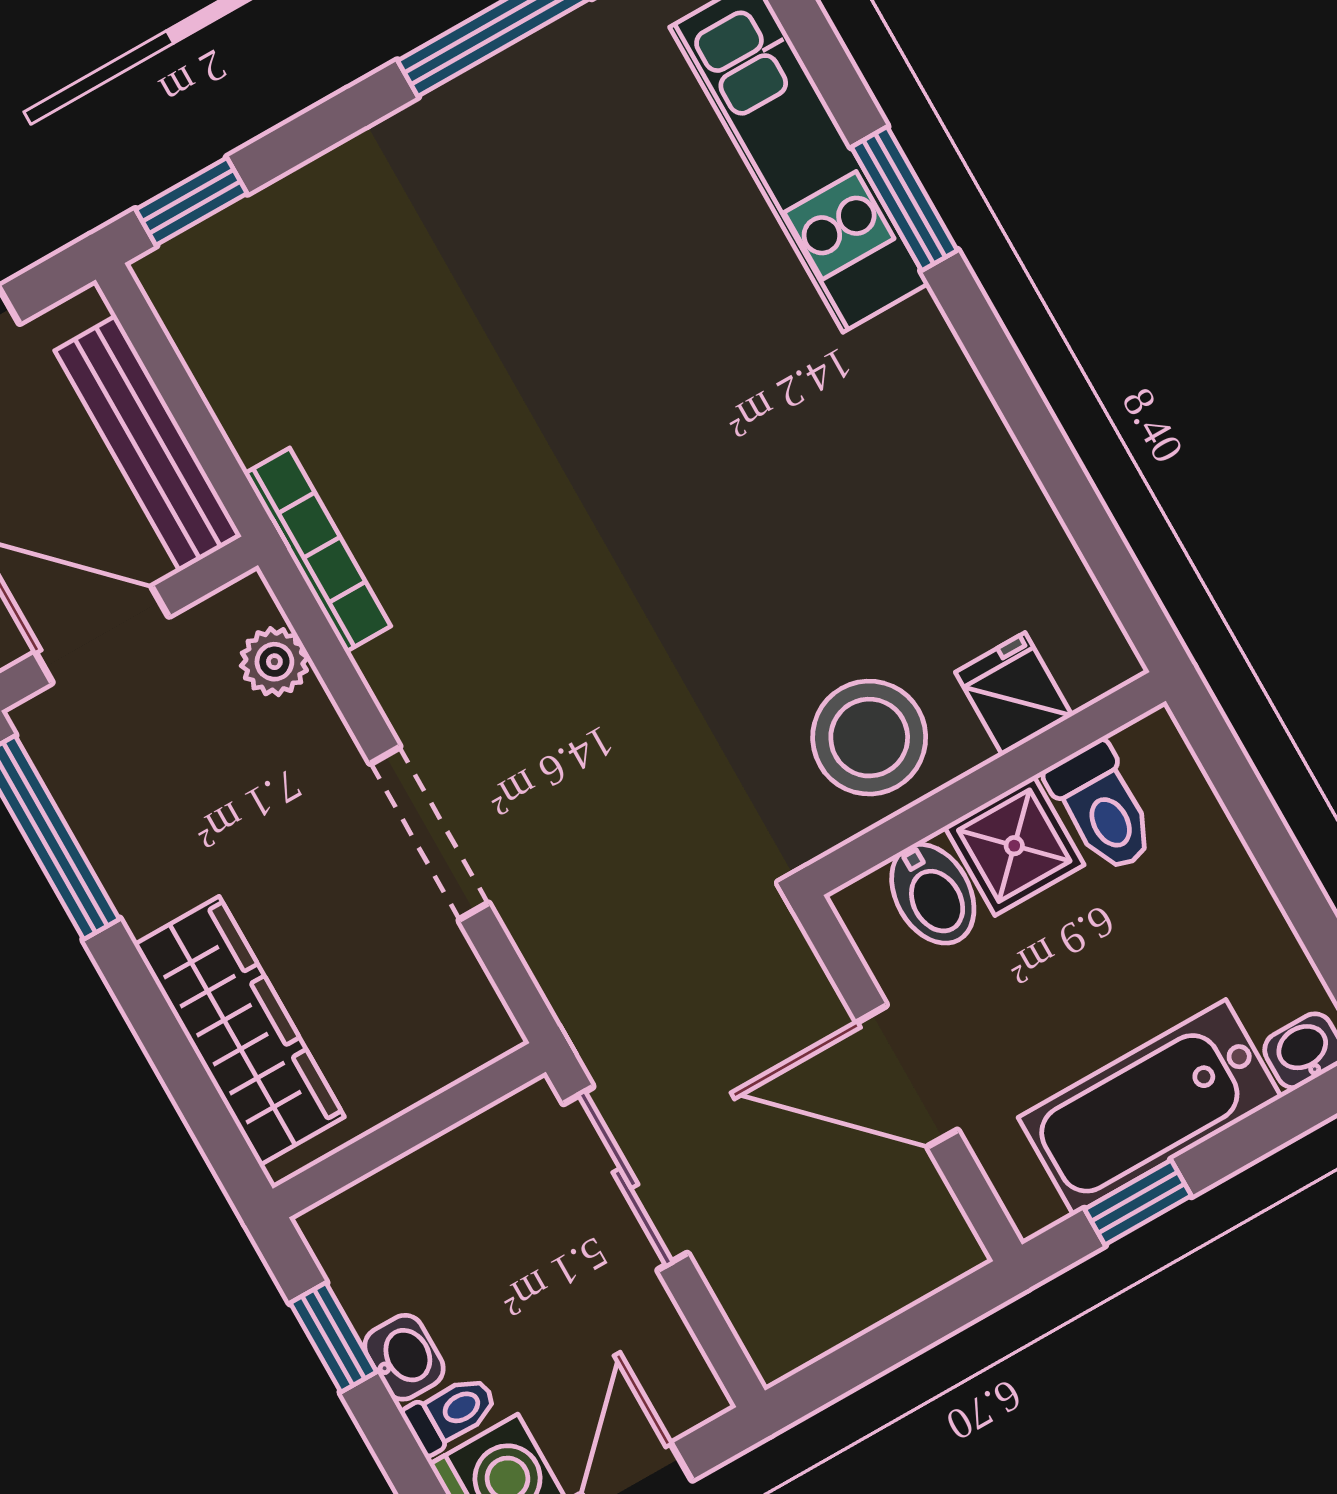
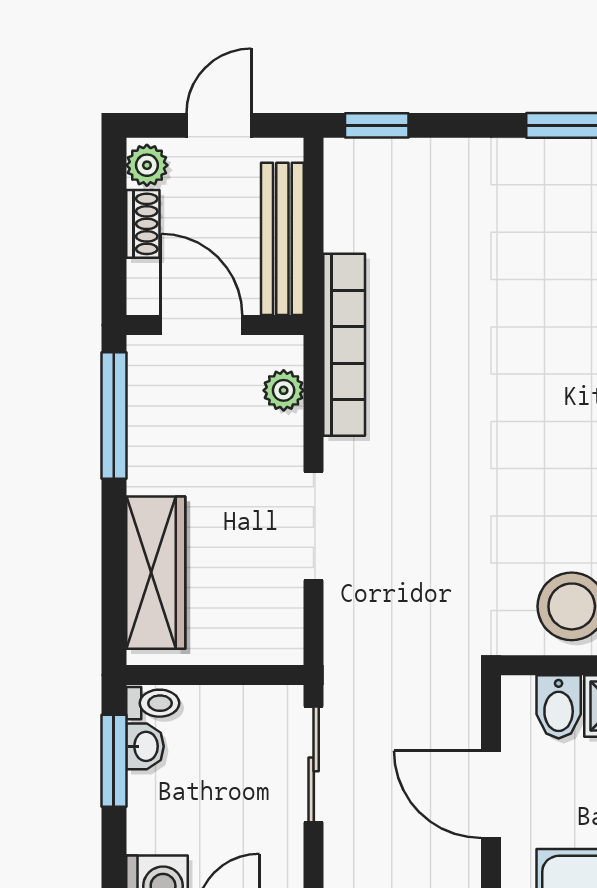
bookcase: (317, 550) -> (344, 345), width x1.48, depth x1.31
window: (333, 1337) -> (114, 761), width x1.50
washbasin: (404, 1357) -> (145, 746), moved
toilet: (451, 1413) -> (153, 703), moved

